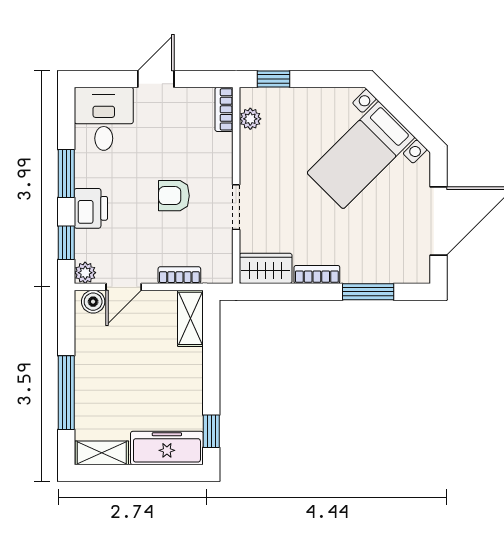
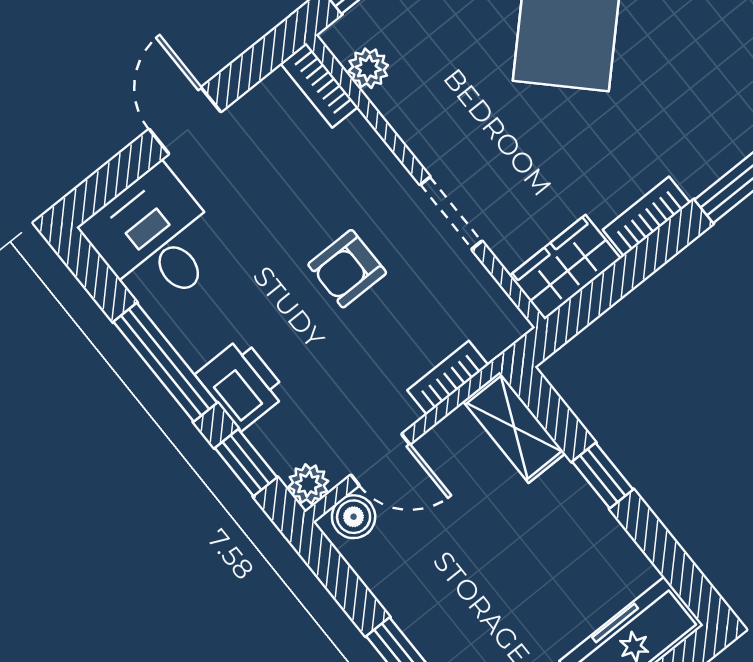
window: (66, 174) -> (165, 362), width x1.44
door: (124, 287) -> (380, 460), hinge flipped
window: (211, 431) -> (603, 476), moved

